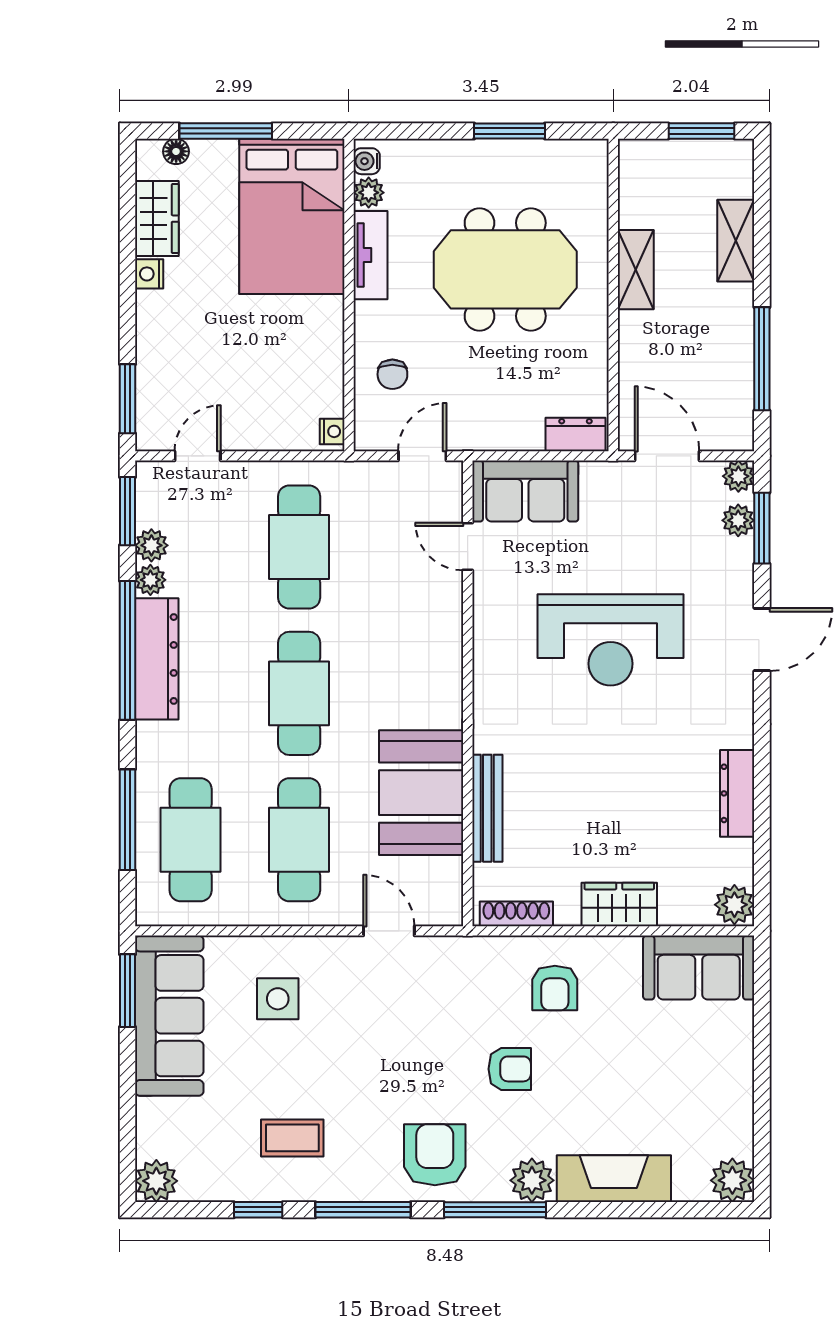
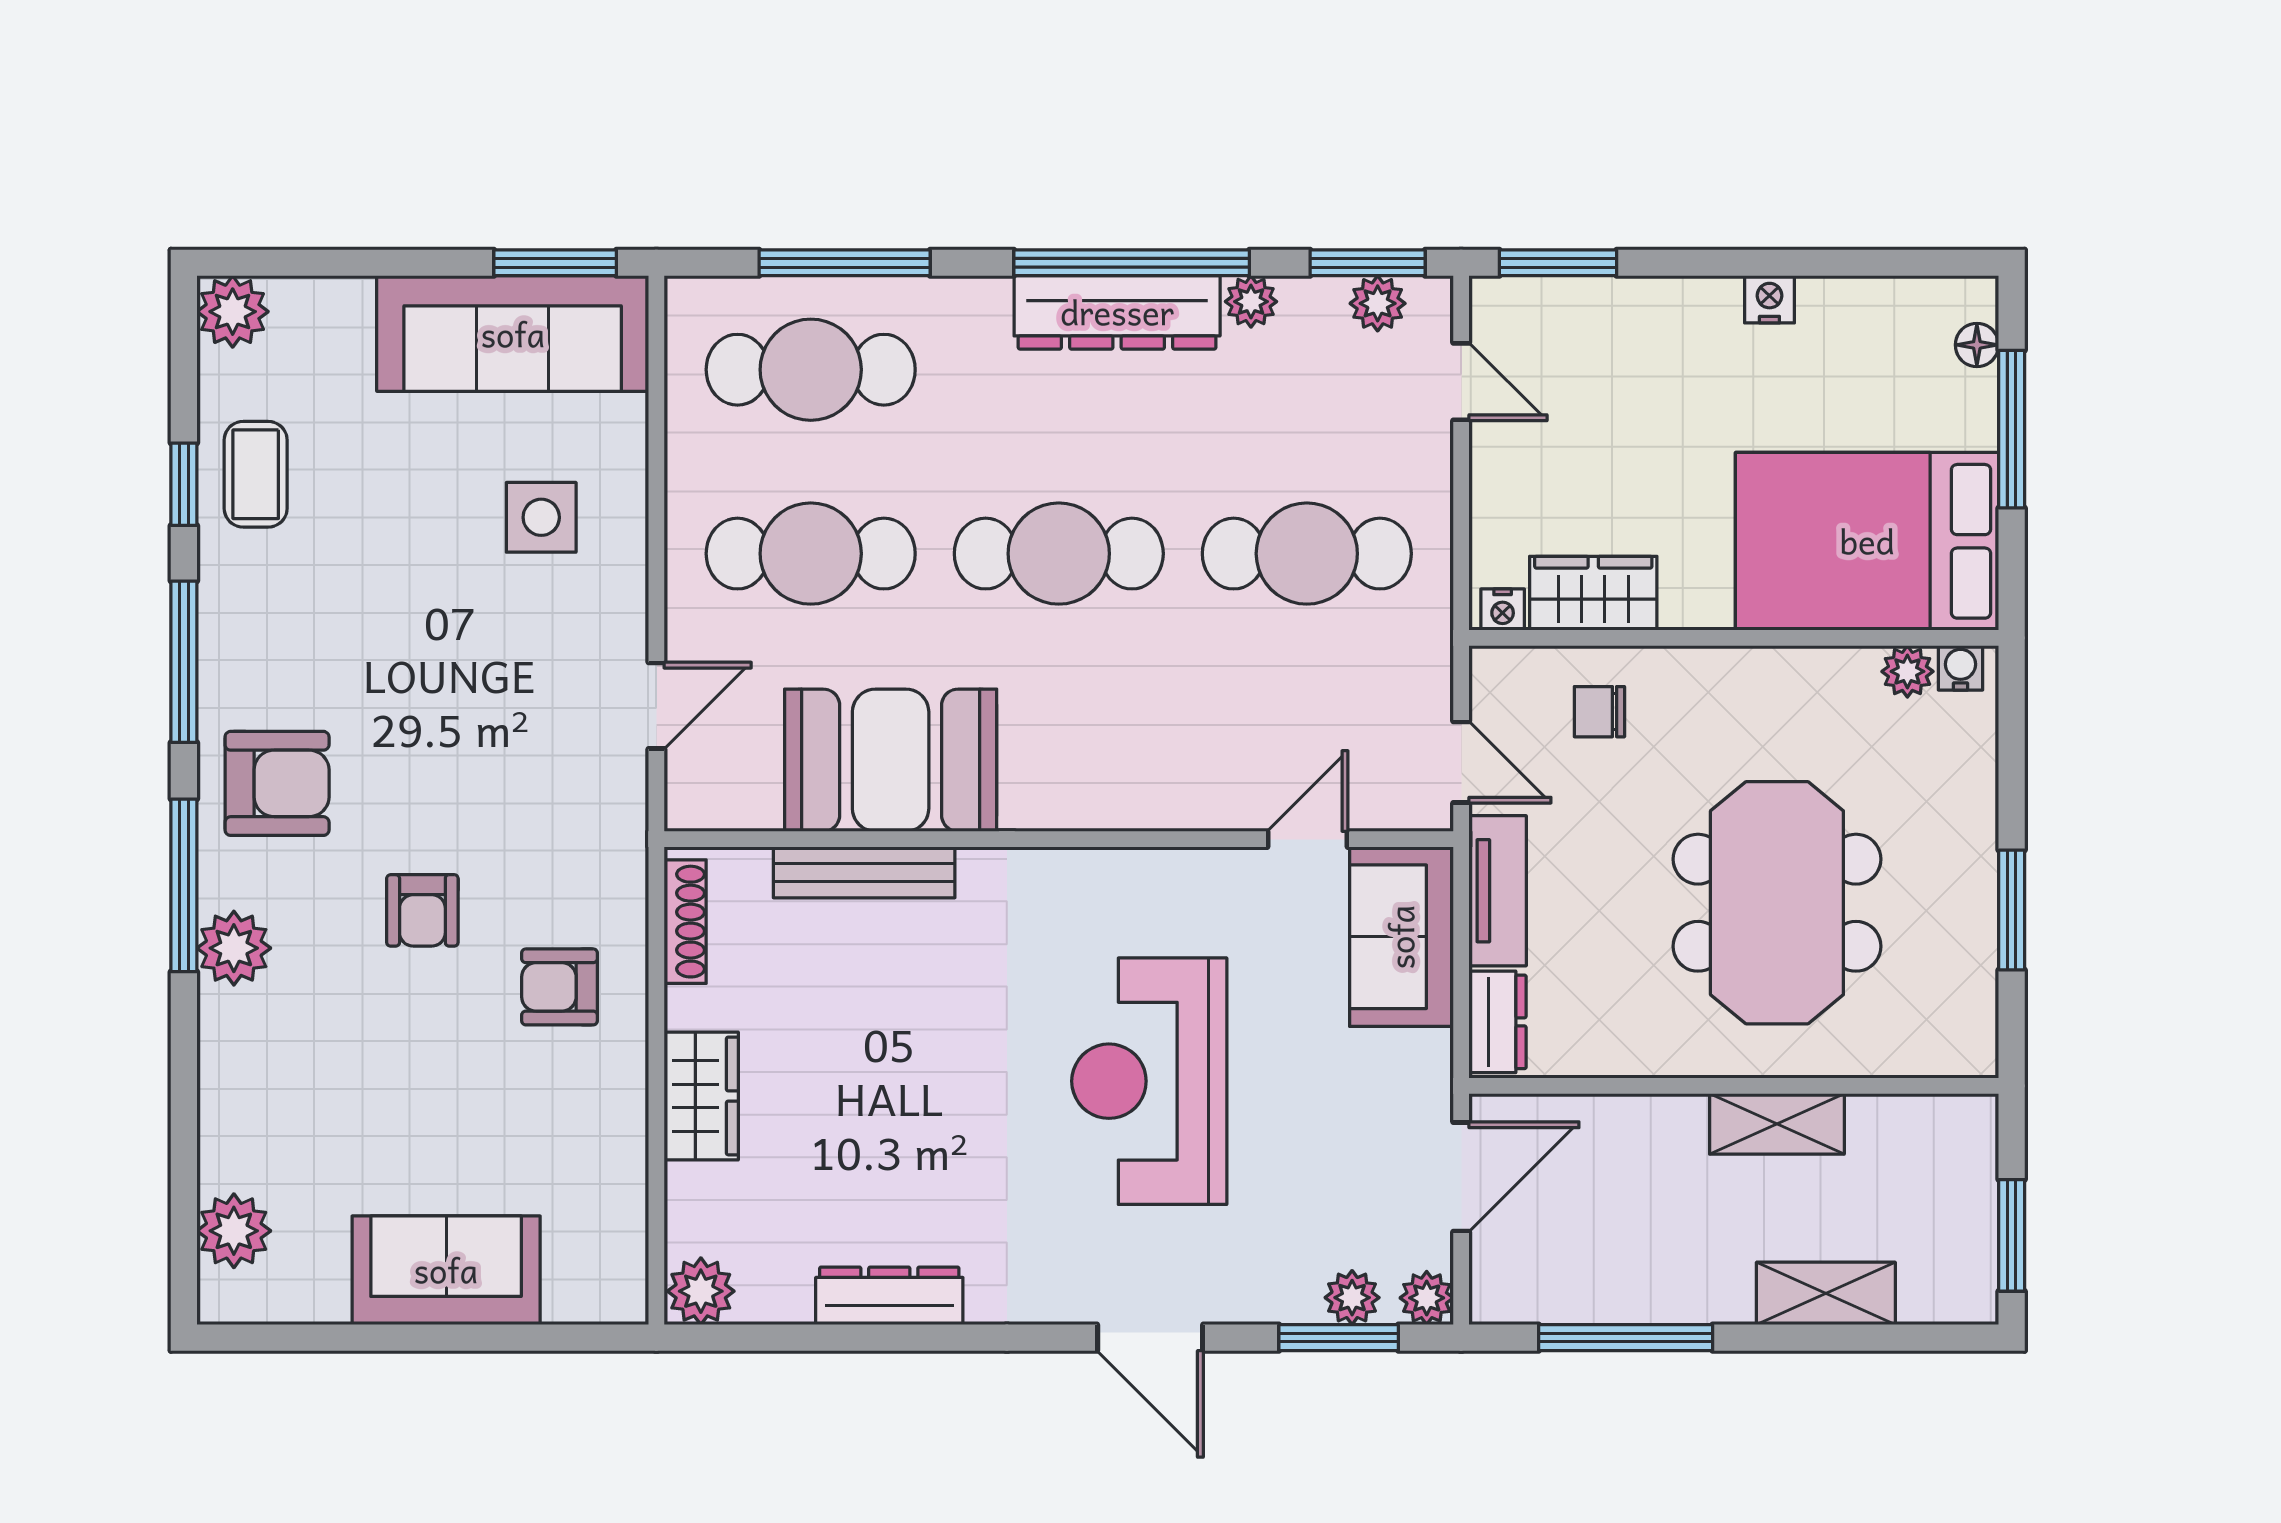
wardrobe: (157, 219) -> (1593, 593), moved, turned 180
tv unit: (370, 255) -> (1498, 891), moved, turned -90
plant: (151, 545) -> (1378, 303), moved
sofa: (699, 968) -> (446, 1270), moved, turned 90
coffee table: (292, 1138) -> (256, 474), moved
fireplace: (614, 1179) -> (237, 1087), removed
plant: (732, 1180) -> (234, 1231), moved

